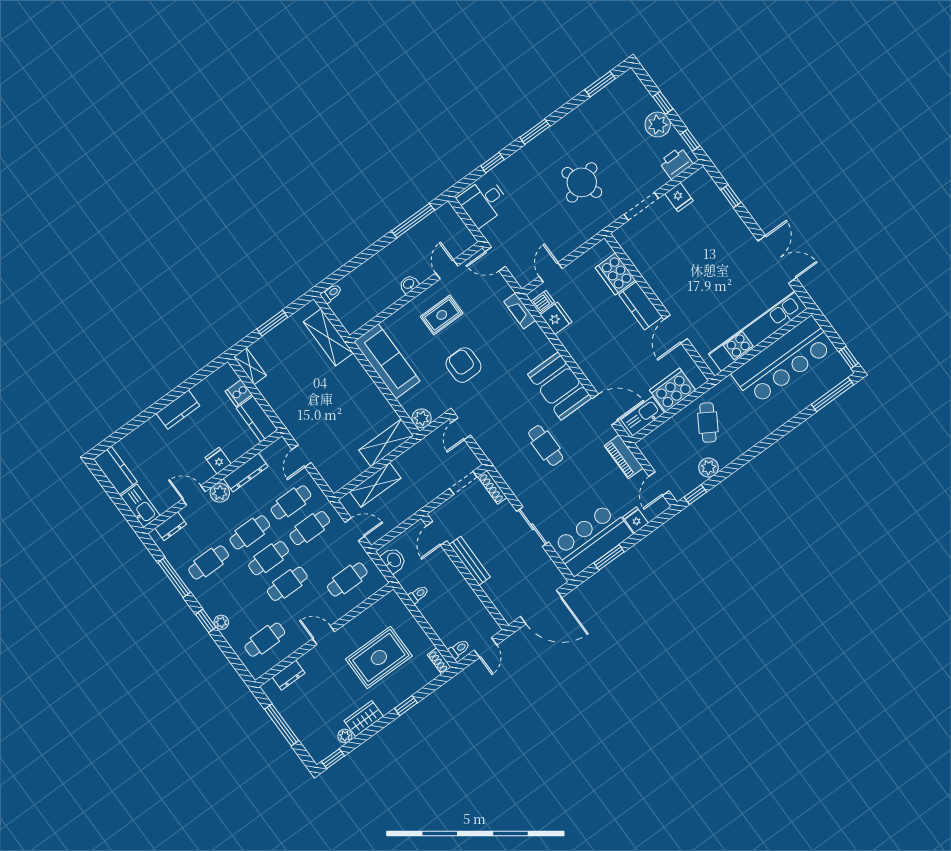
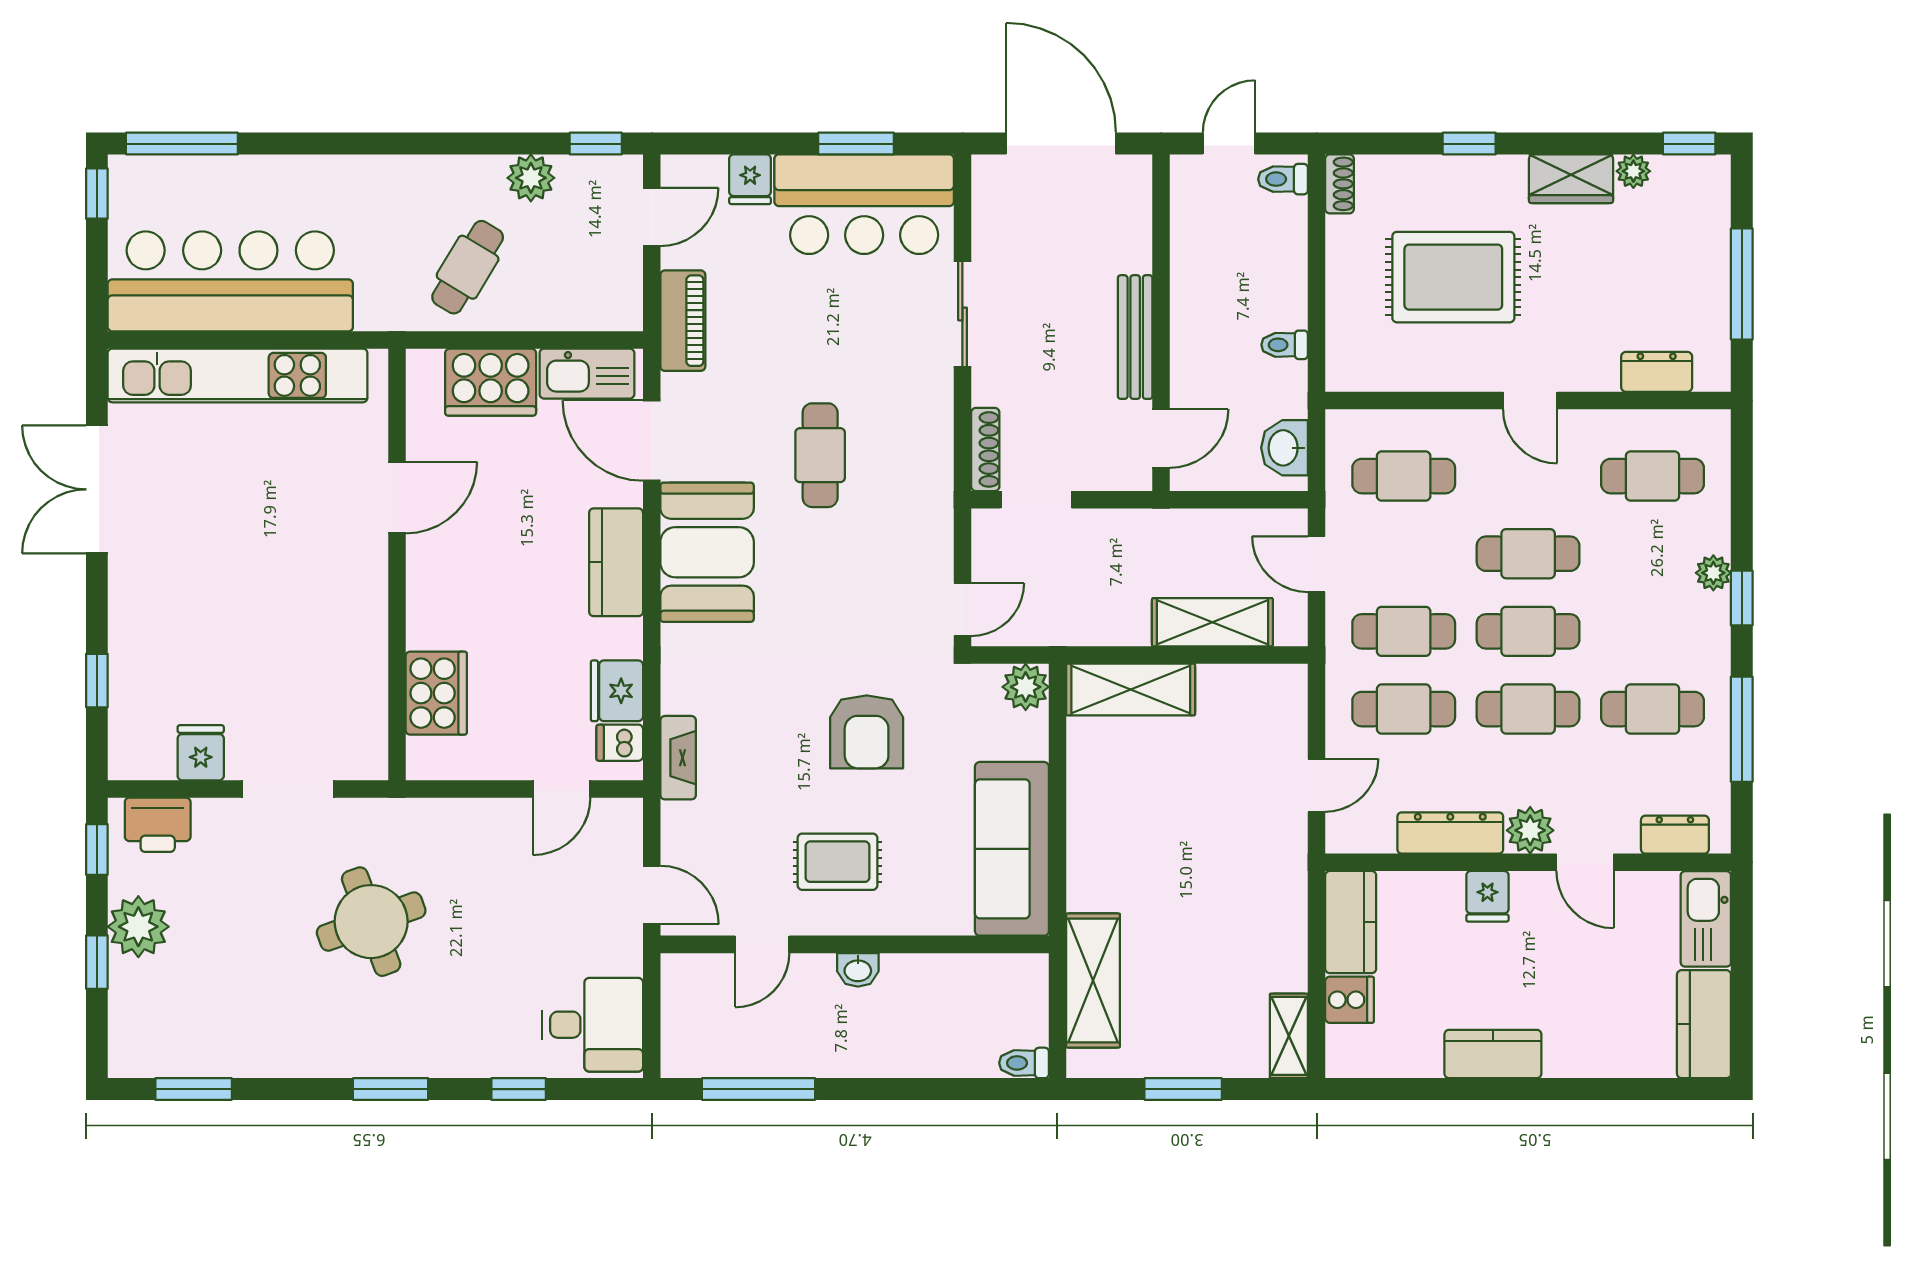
kitchen counter: (641, 306) -> (616, 562), moved, turned 180

